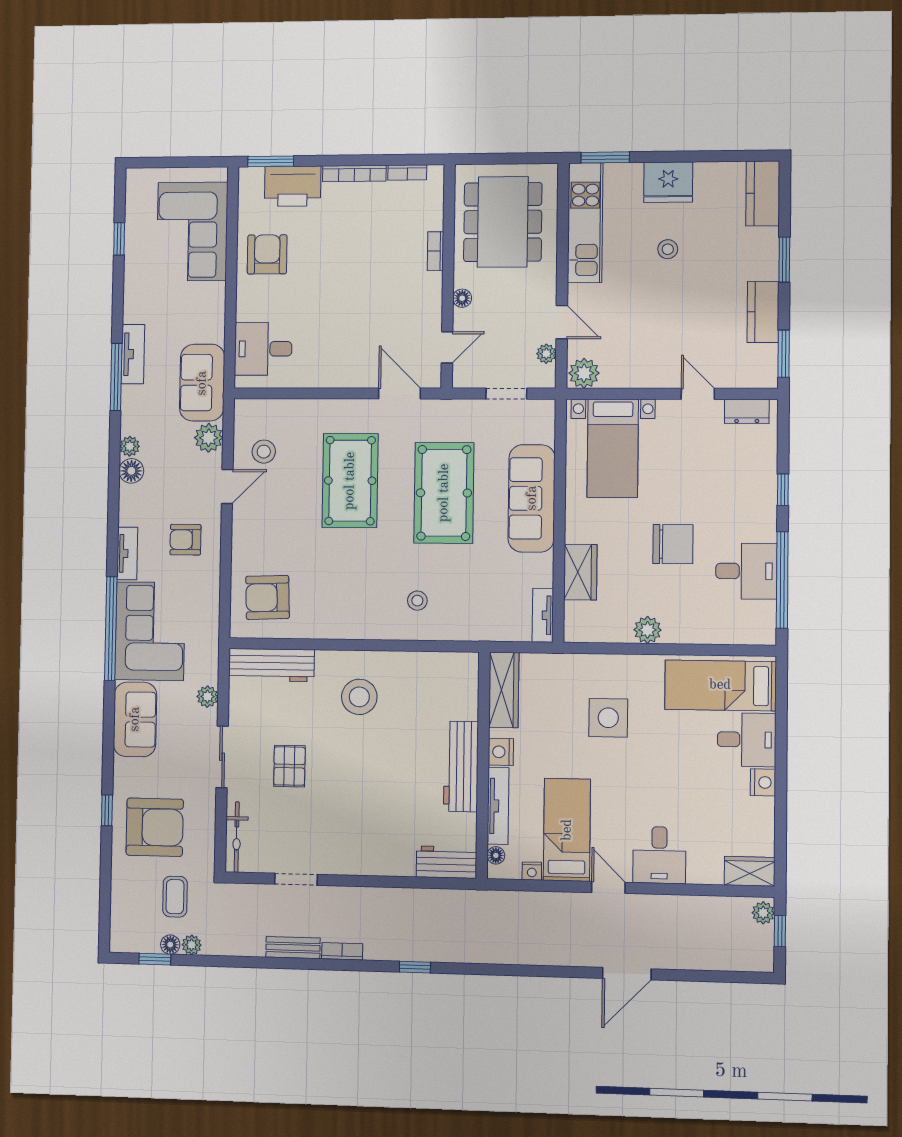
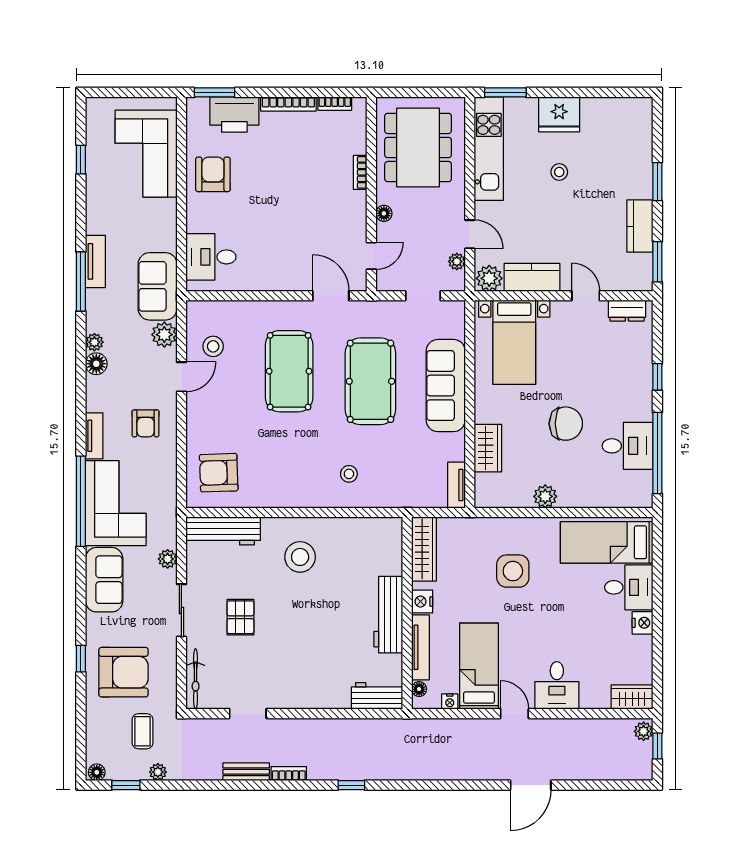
kitchen counter: (763, 193) -> (532, 277), moved, turned 90
armchair: (185, 540) -> (146, 423), turned -90
floor lamp: (170, 945) -> (97, 772), moved

